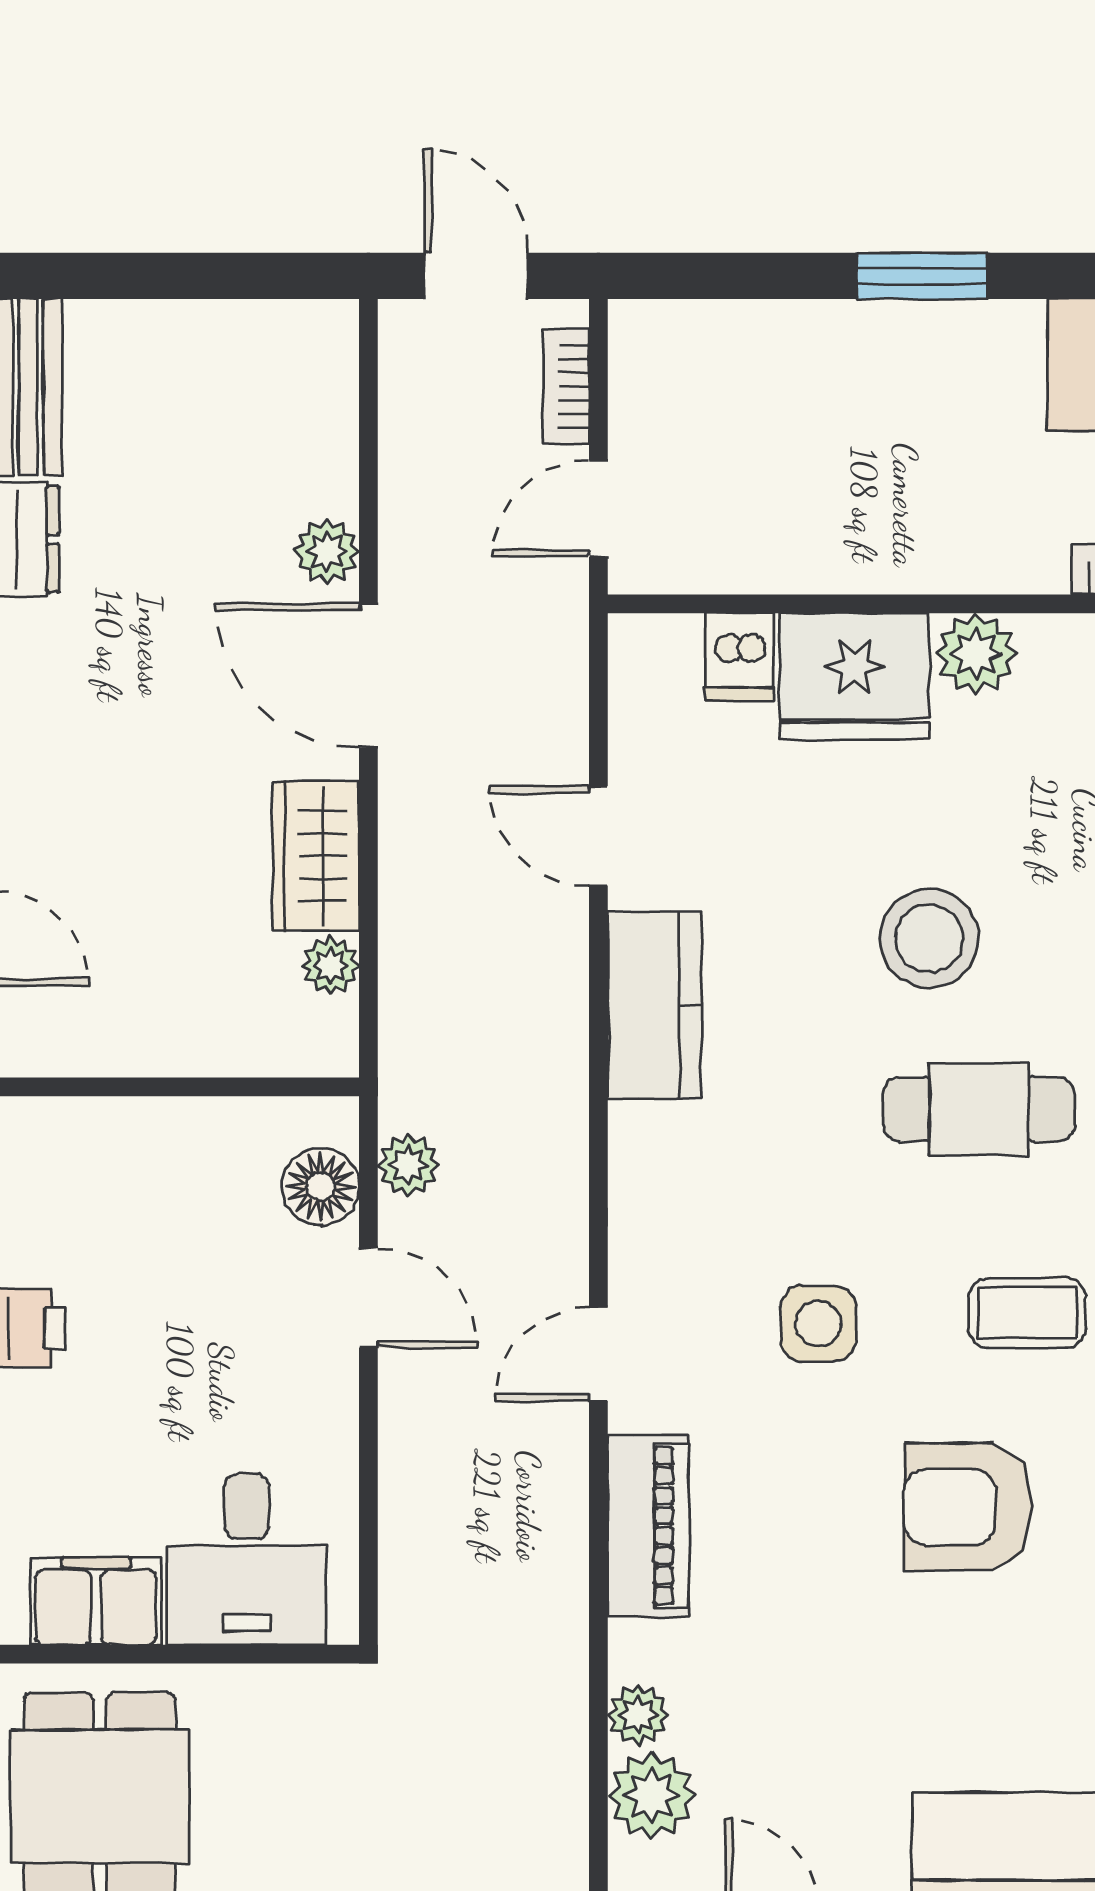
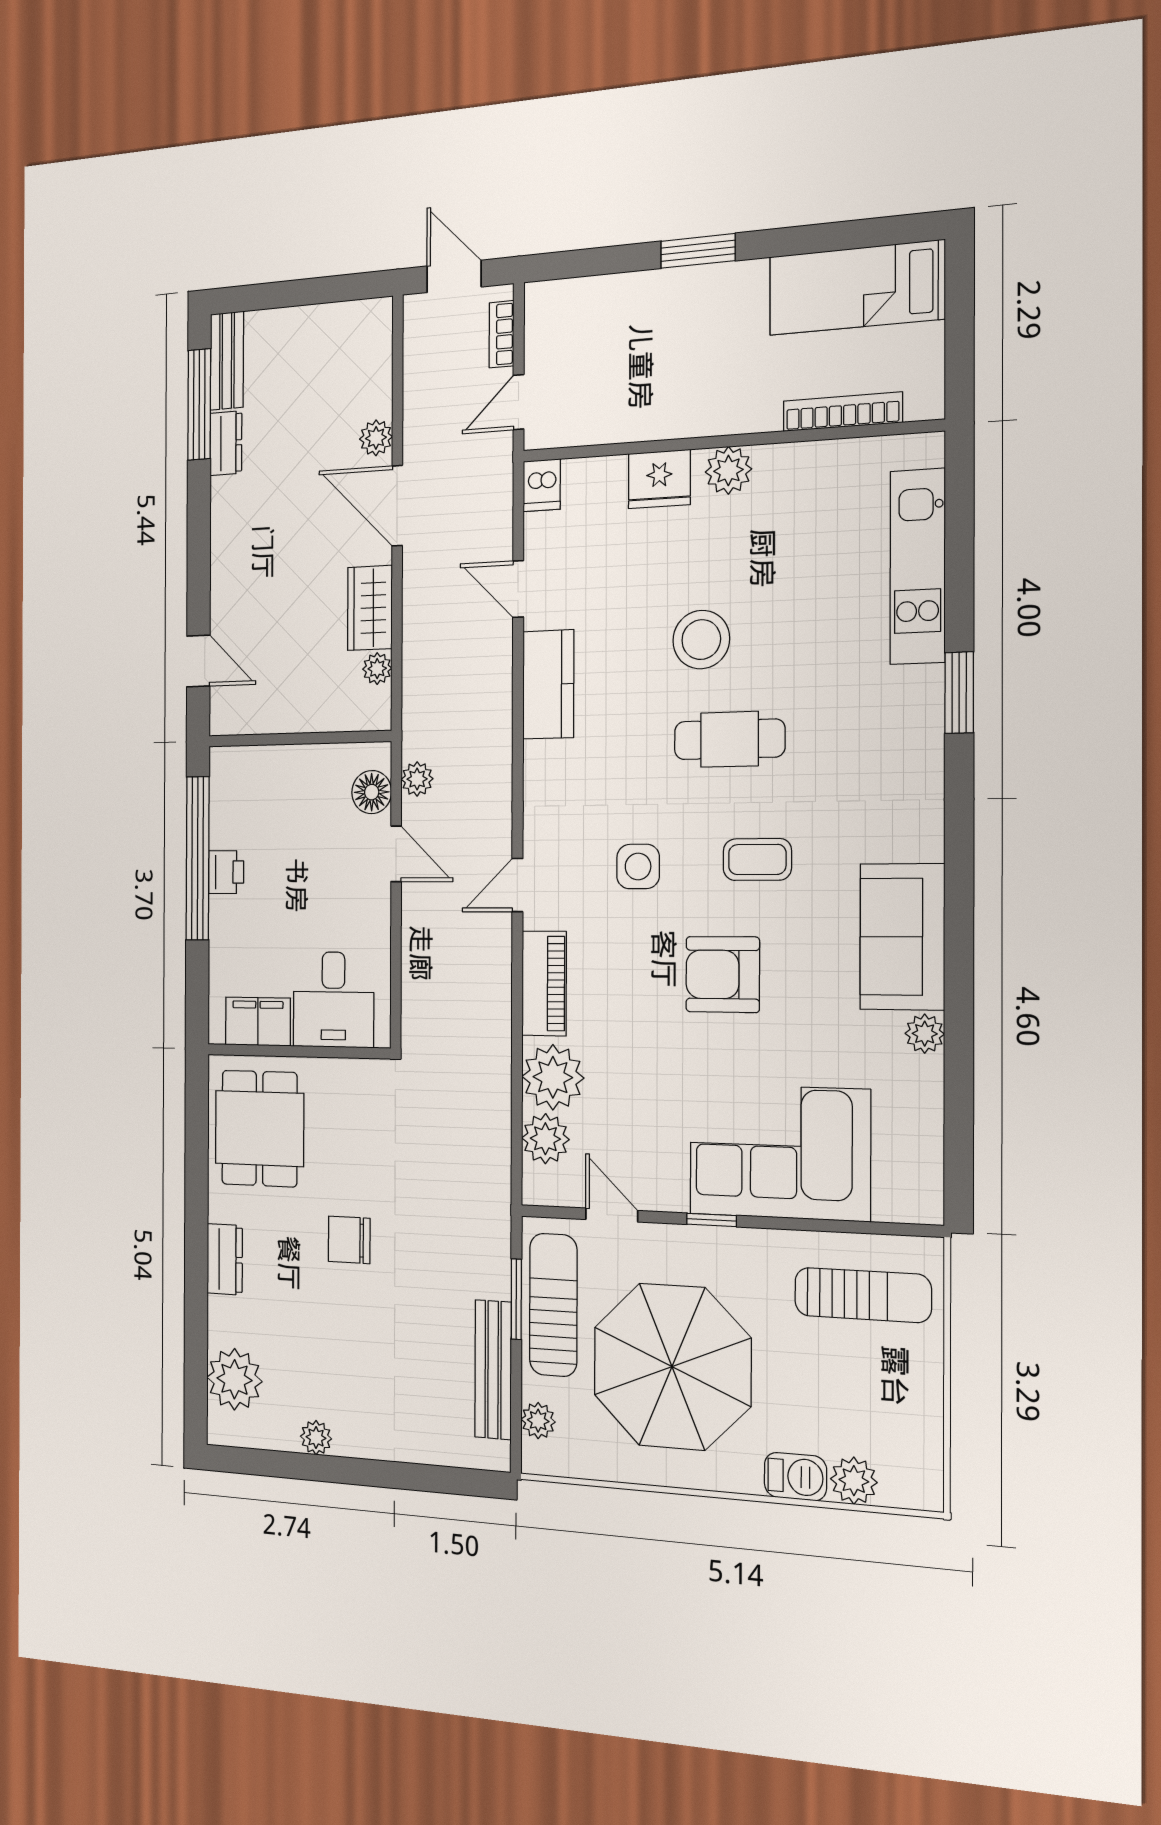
dishwasher: (740, 657) -> (542, 485), moved
fridge: (855, 676) -> (659, 479), width x0.73, depth x0.75
plant: (638, 1715) -> (553, 1077), width x1.88, depth x1.88

